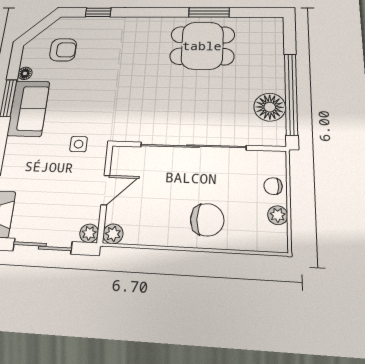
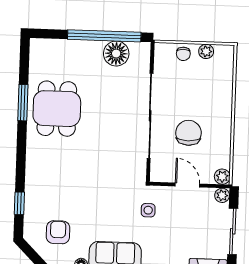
chair: (207, 220) -> (188, 133), moved

